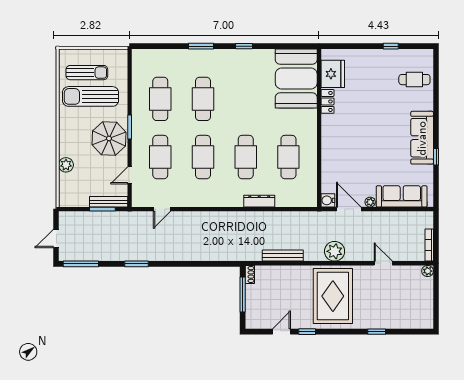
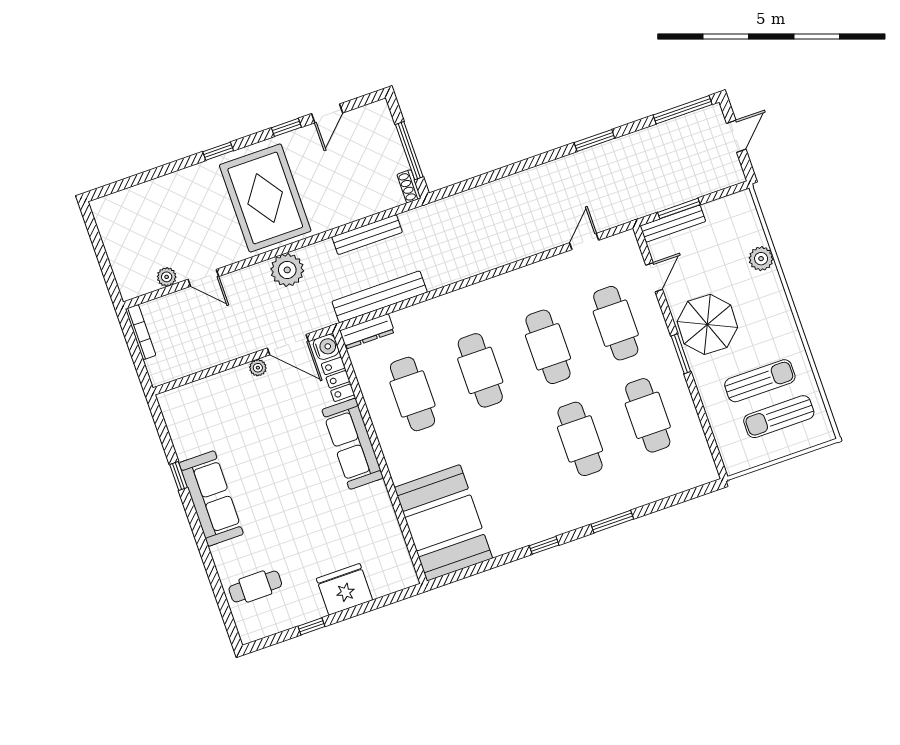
fridge: (333, 74) -> (344, 589), moved, turned 90
sun lounger: (91, 96) -> (760, 381), width x0.73, depth x0.75
locker: (327, 101) -> (338, 379), moved
sofa: (402, 196) -> (353, 444), moved, turned 90
dresser: (259, 201) -> (367, 331), moved
bench: (288, 218) -> (380, 297), added
plant: (428, 271) -> (167, 277), moved
window: (377, 332) -> (218, 151), moved

